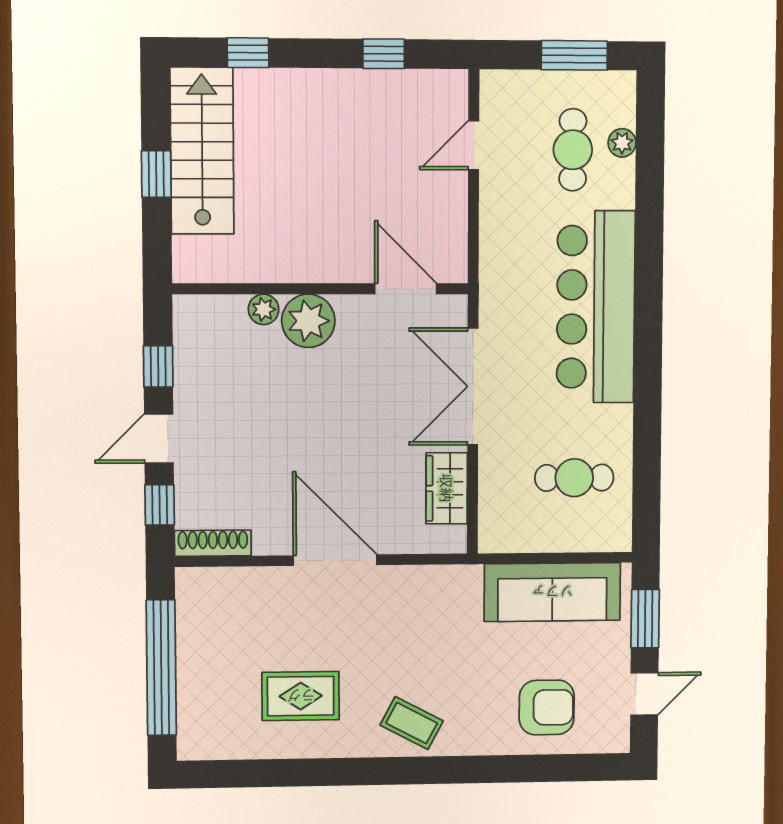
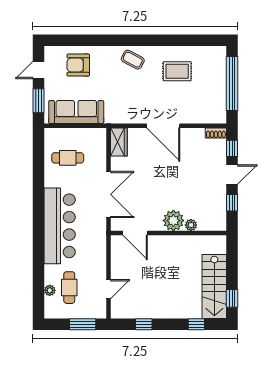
window: (574, 55) -> (83, 324), moved
window: (156, 174) -> (232, 298), moved
wardrobe: (447, 488) -> (119, 142), moved
shoe rack: (213, 543) -> (216, 133), width x0.70

